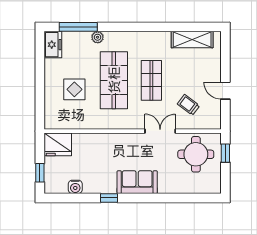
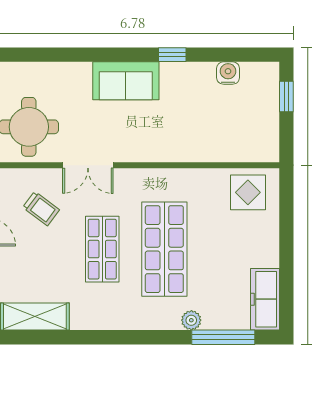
freezer: (53, 45) -> (265, 299), width x1.40
display table: (74, 89) -> (248, 192), moved
fridge: (58, 144) -> (257, 143), removed

